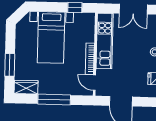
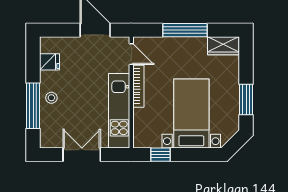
window: (10, 65) -> (246, 99), moved

